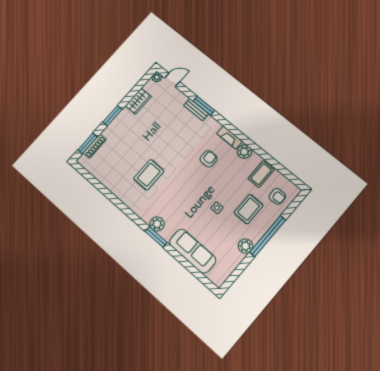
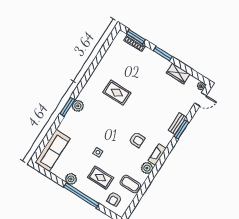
door: (172, 80) -> (201, 99), hinge flipped
sofa: (193, 251) -> (53, 150), moved

